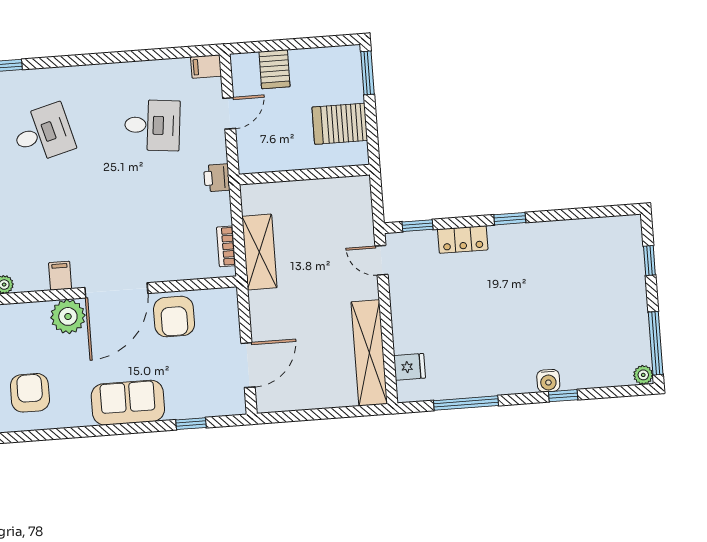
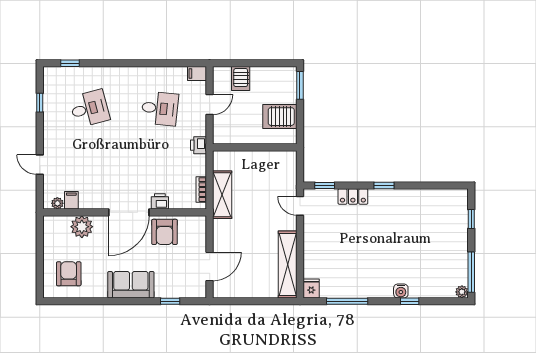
printer: (163, 270) -> (160, 201), added
filing cabinet: (60, 276) -> (71, 200), moved
plant: (68, 316) -> (82, 227), moved
fridge: (410, 367) -> (311, 288), moved, turned -90

